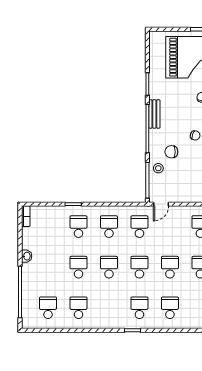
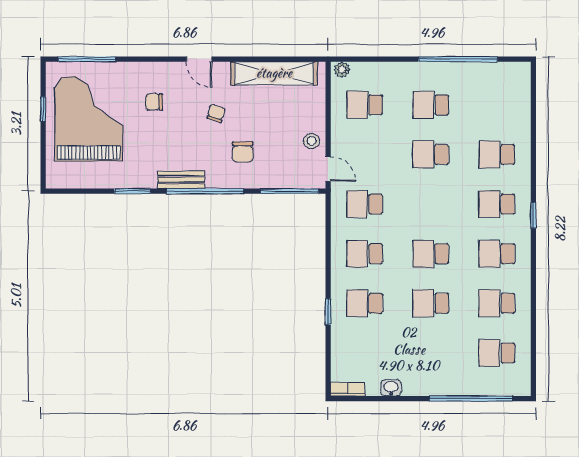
stool: (158, 168) -> (312, 141), moved
washbasin: (27, 256) -> (391, 388), moved
school desk: (139, 267) -> (497, 254), moved

